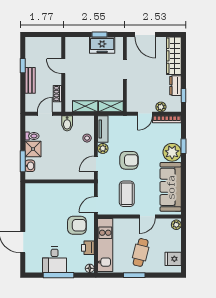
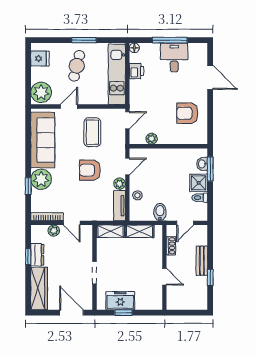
window: (184, 96) -> (28, 257), moved
door: (145, 114) -> (72, 223), swing flipped
plant: (75, 188) -> (152, 139), added
armchair: (77, 225) -> (187, 113), moved
plant: (176, 225) -> (41, 92), width x1.88, depth x1.88

